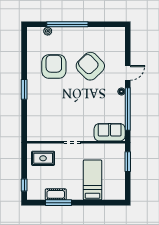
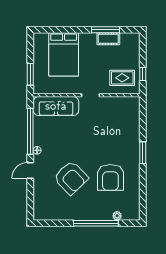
sofa: (110, 132) -> (56, 106), width x1.36
bed: (93, 180) -> (64, 54), width x1.50
window: (24, 185) -> (143, 74), moved

